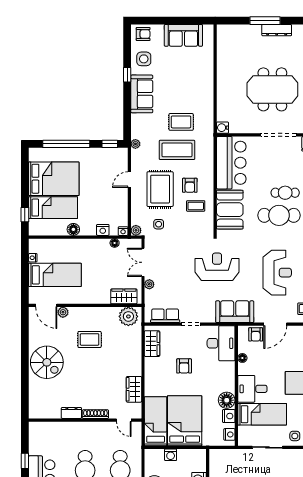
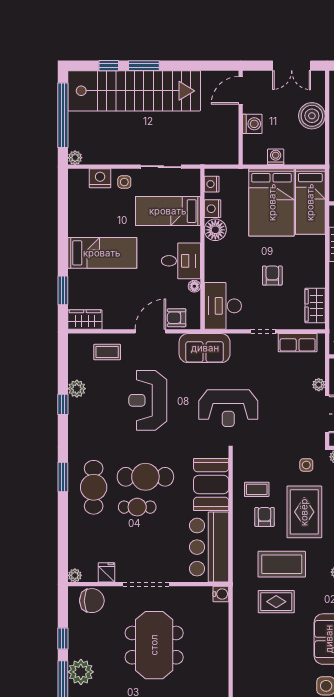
meeting table: (272, 89) -> (154, 645), turned 90
armchair: (256, 334) -> (177, 318), turned -90
desk: (252, 389) -> (181, 261), moved
washing machine: (171, 455) -> (276, 157), moved

